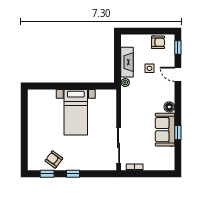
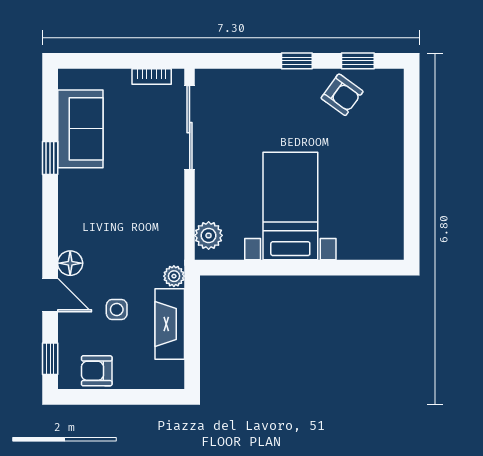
plant: (111, 100) -> (209, 235), added
floor lamp: (169, 107) -> (70, 263), moved
sofa: (165, 130) -> (80, 129), moved

